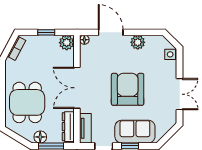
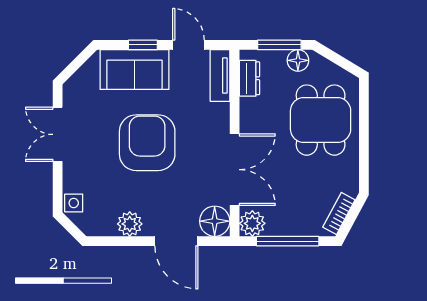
window: (46, 32) -> (288, 241), width x2.17
floor lamp: (84, 40) -> (215, 221), width x1.89, depth x1.89
double door: (77, 88) -> (235, 170), moved
armchair: (128, 89) -> (147, 143), turned 180
dresser: (68, 127) -> (249, 78), width x0.70

